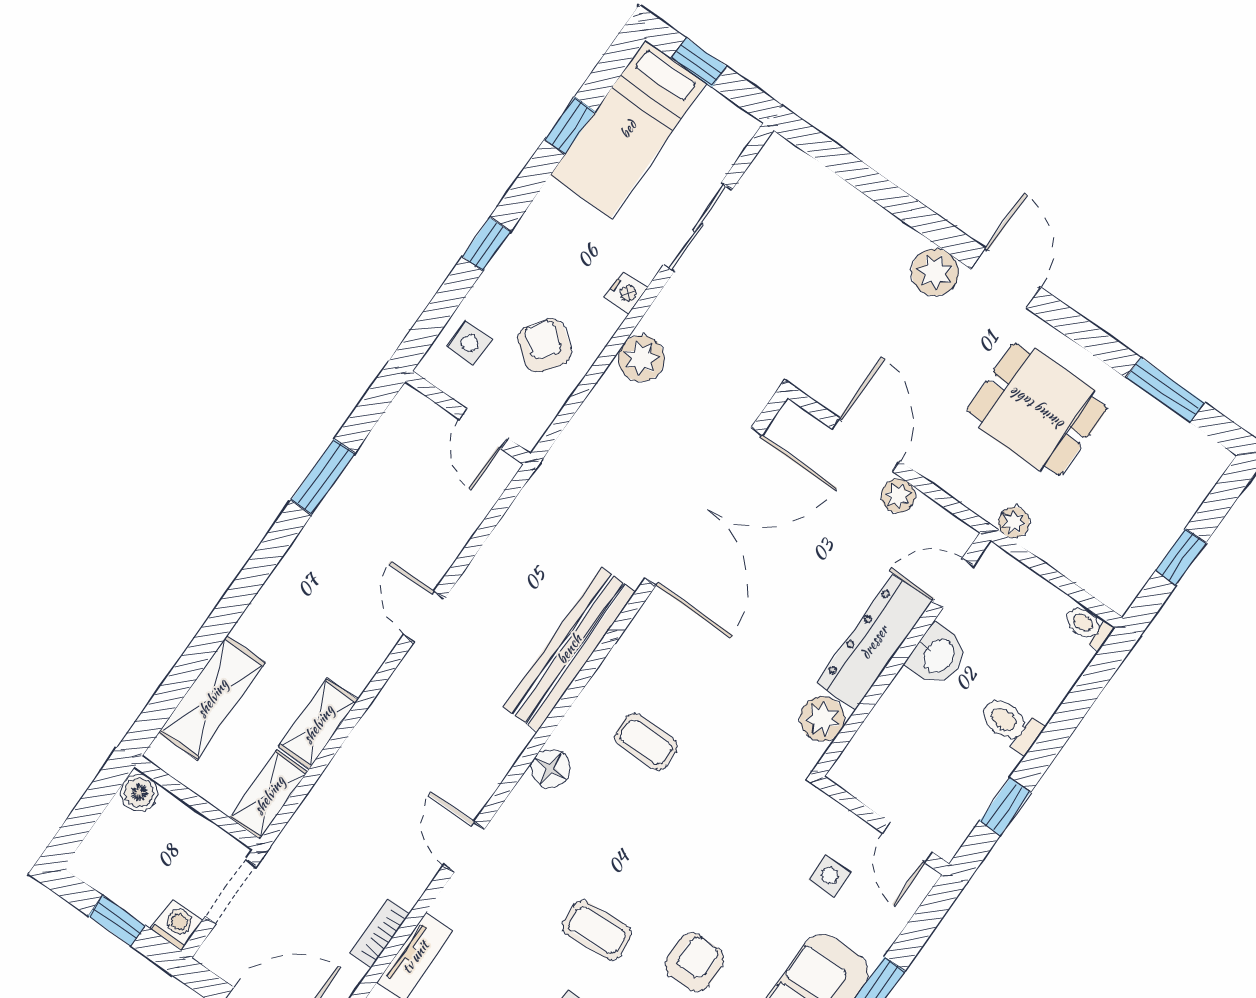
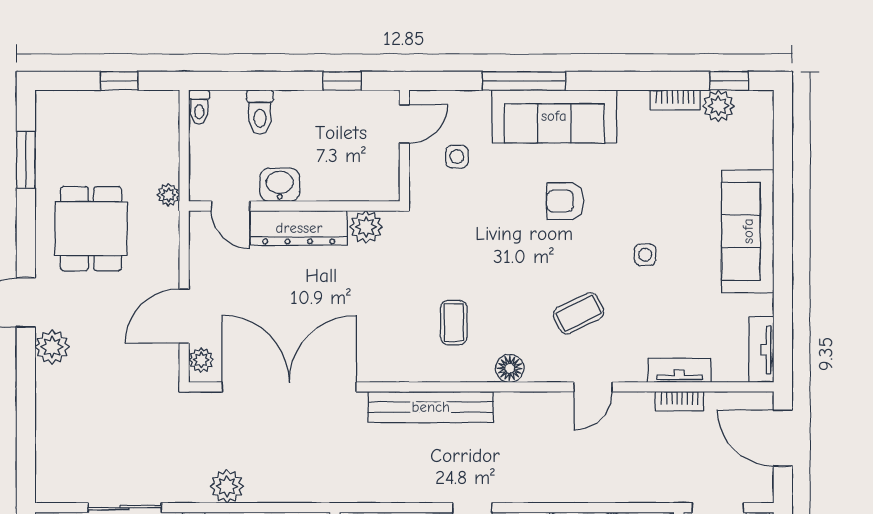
plant: (898, 496) -> (201, 360), moved
toilet: (1011, 724) -> (260, 112), moved
coffee table: (597, 930) -> (579, 313), moved, turned 68

